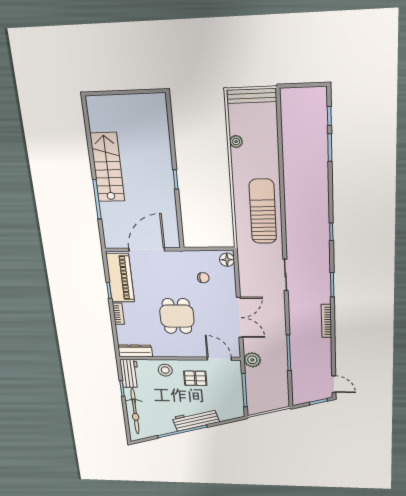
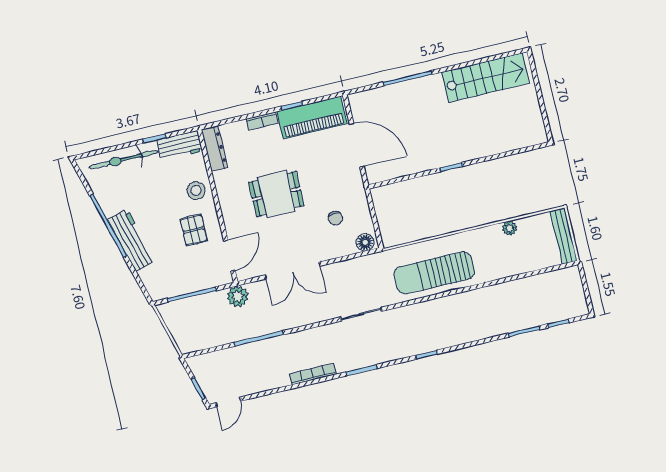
stairs: (107, 167) -> (486, 78), moved
sun lounger: (263, 211) -> (434, 273), turned 180

